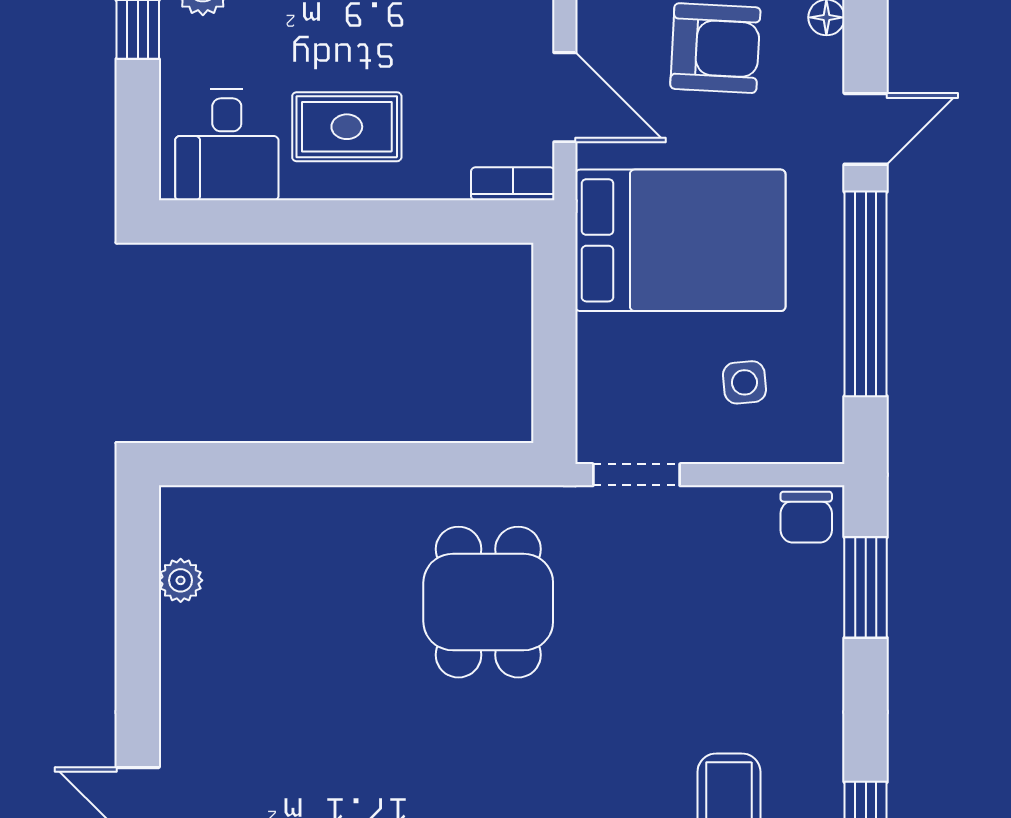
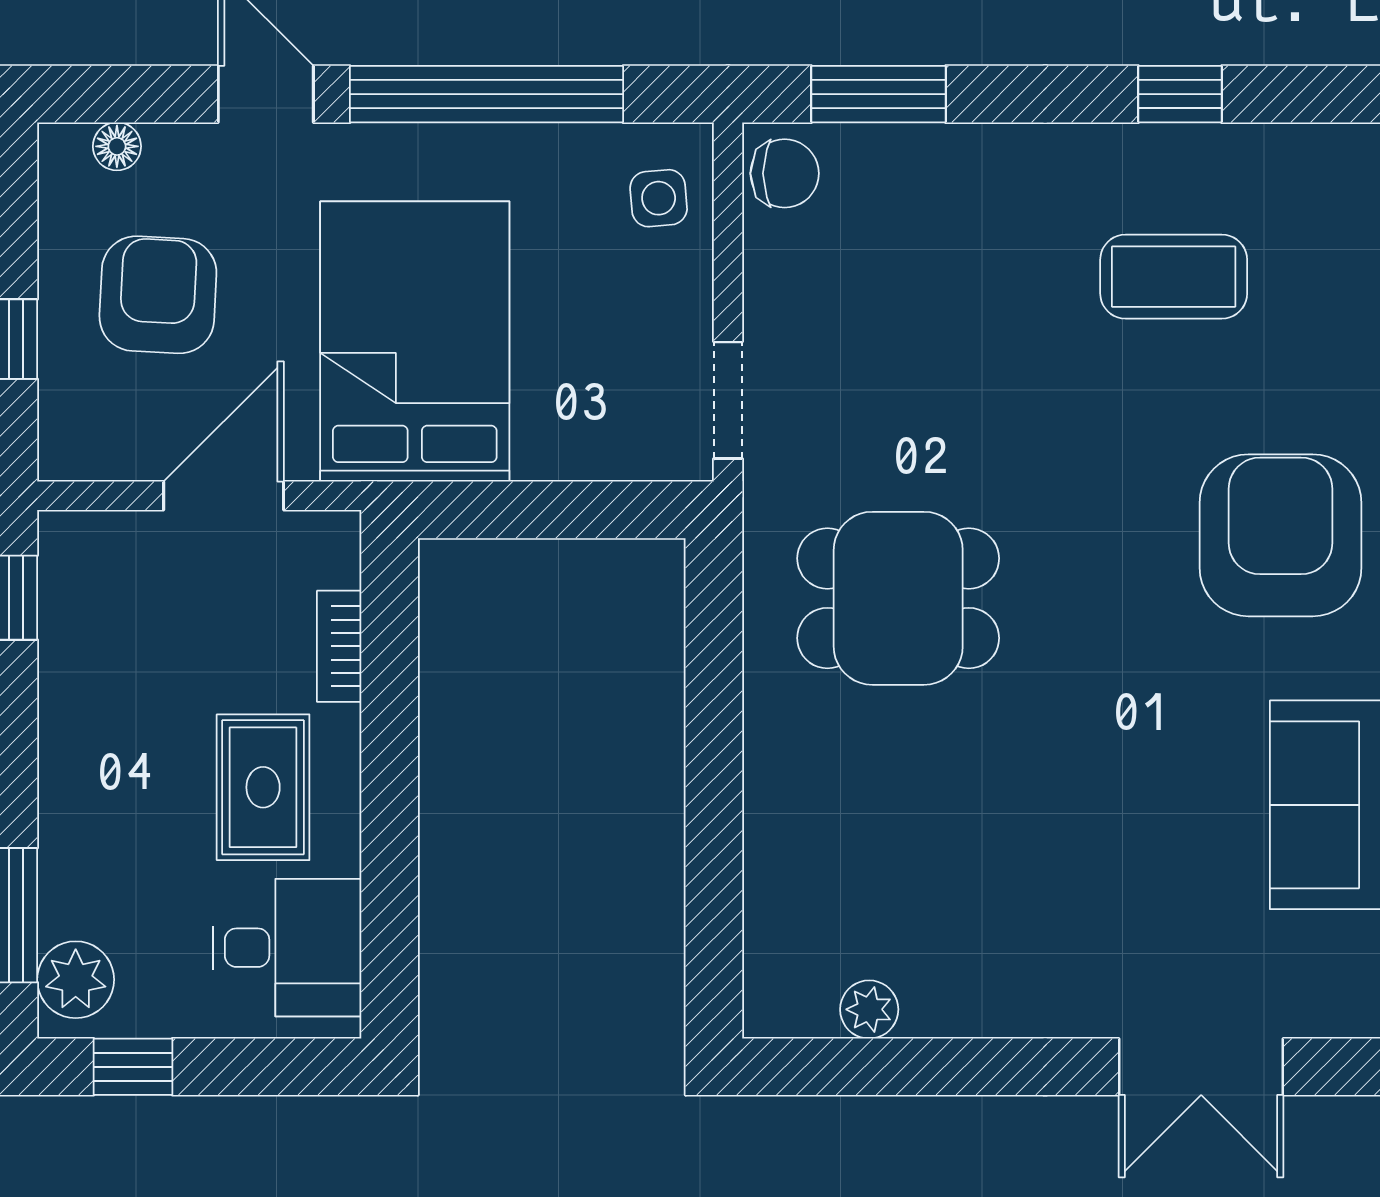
bookcase: (513, 184) -> (339, 646), moved
side table: (744, 382) -> (659, 198), moved

